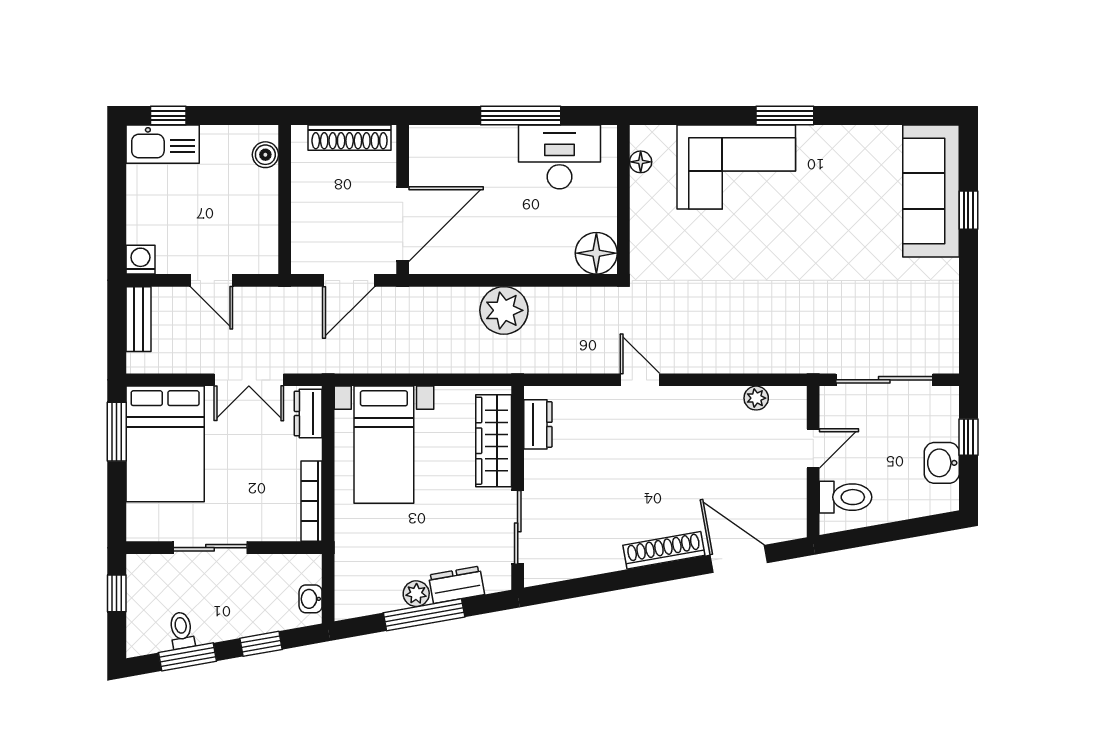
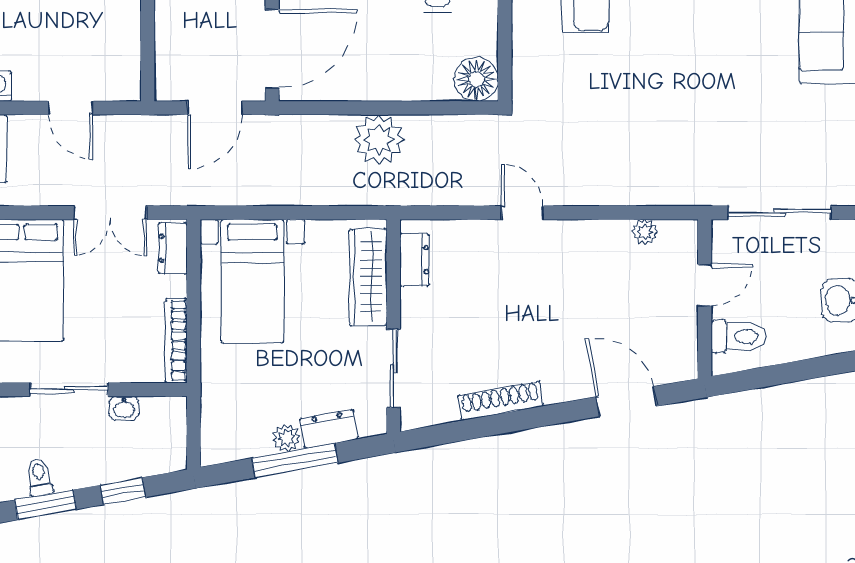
shoe rack: (664, 550) -> (500, 401), moved
washbasin: (311, 599) -> (124, 408), moved, turned -90

